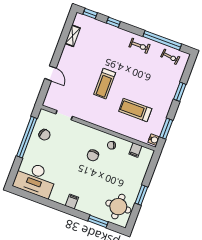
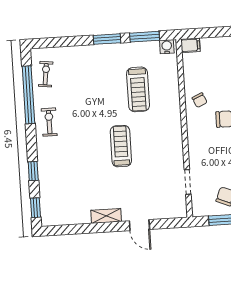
shelving: (73, 36) -> (106, 216), moved
door: (50, 73) -> (139, 225), swing flipped
treadmill: (105, 84) -> (121, 146), turned -90
window: (180, 92) -> (107, 39), moved
filing cabinet: (135, 150) -> (191, 45), moved

